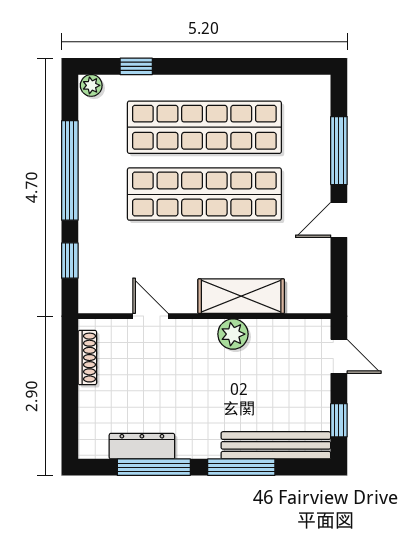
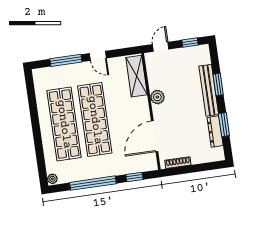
window: (136, 66) -> (41, 159), removed
shelving: (241, 296) -> (137, 76), moved
door: (151, 316) -> (155, 136), width x1.87
bench: (276, 445) -> (209, 90), moved
window: (154, 467) -> (224, 125), width x0.69
window: (241, 467) -> (218, 84), width x0.69

